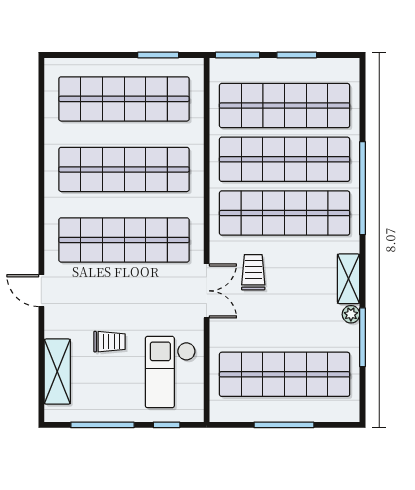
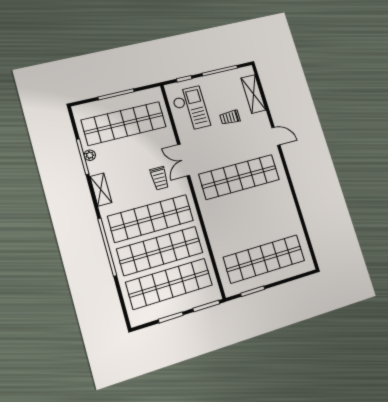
shop shelf: (124, 169) -> (252, 218), removed
plant: (351, 314) -> (90, 155), moved

